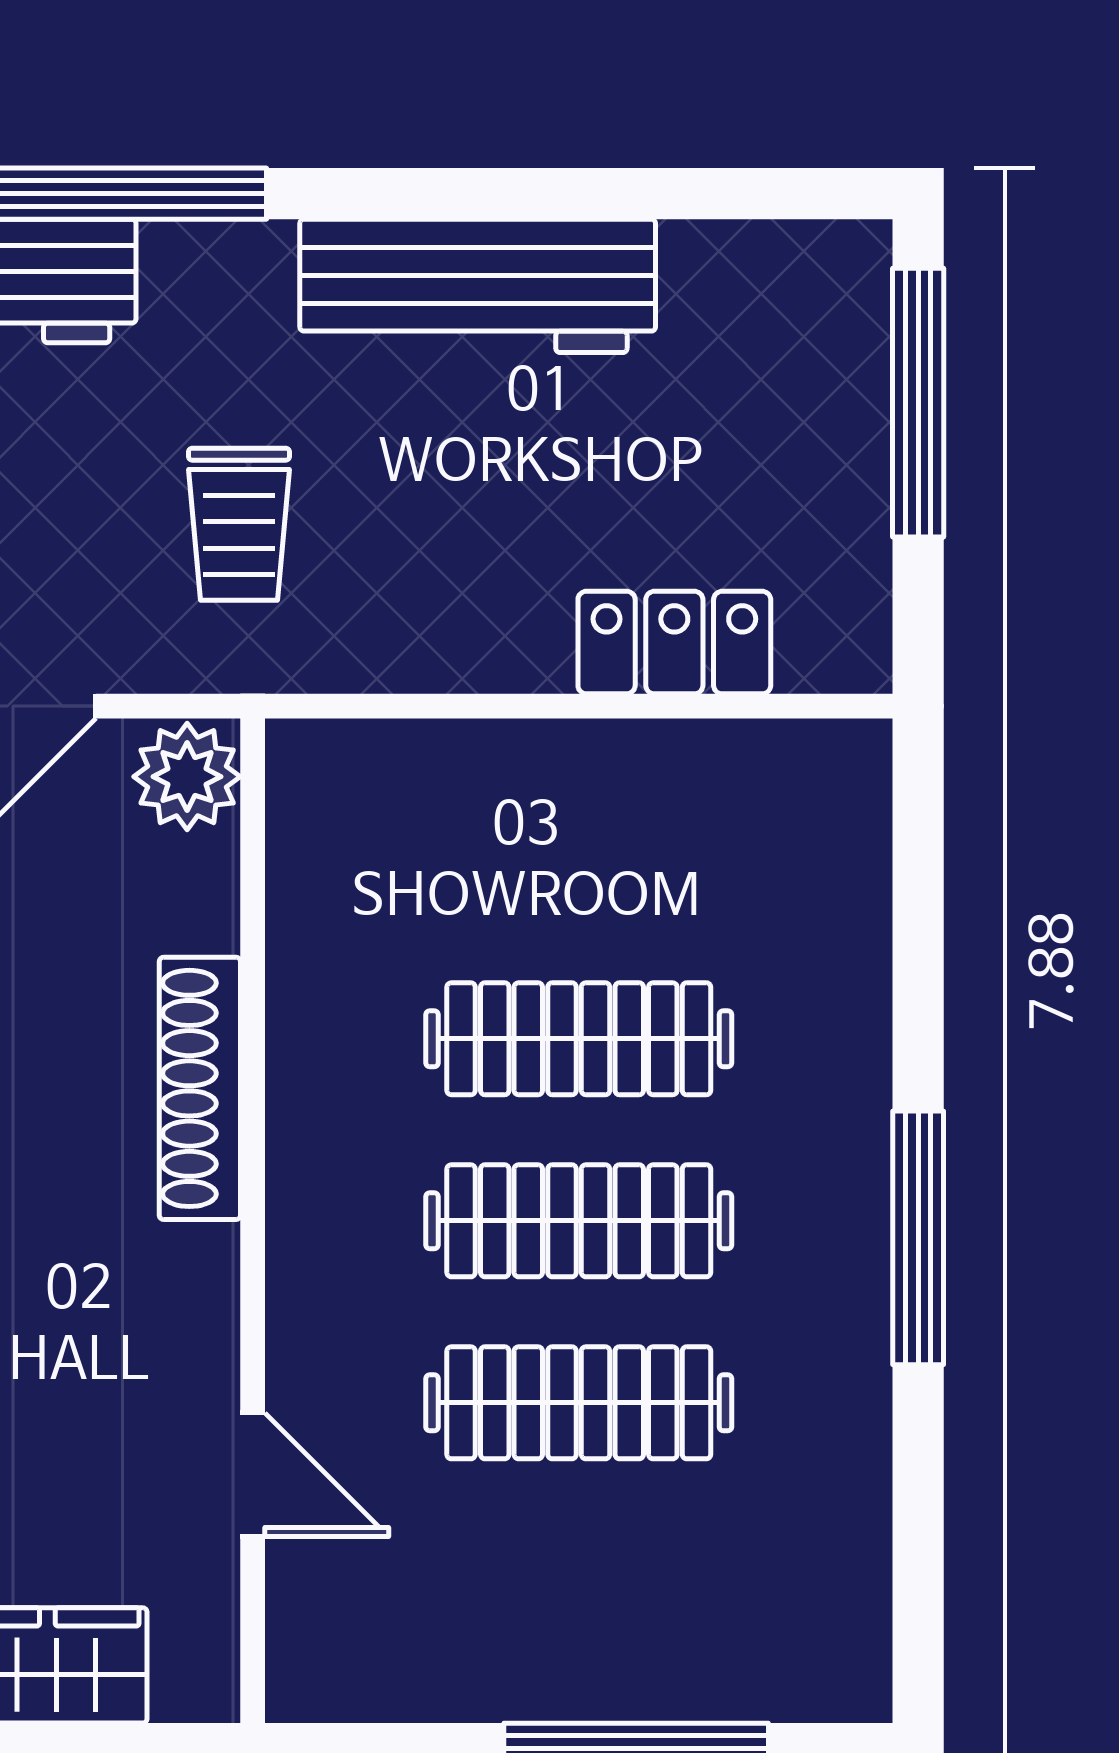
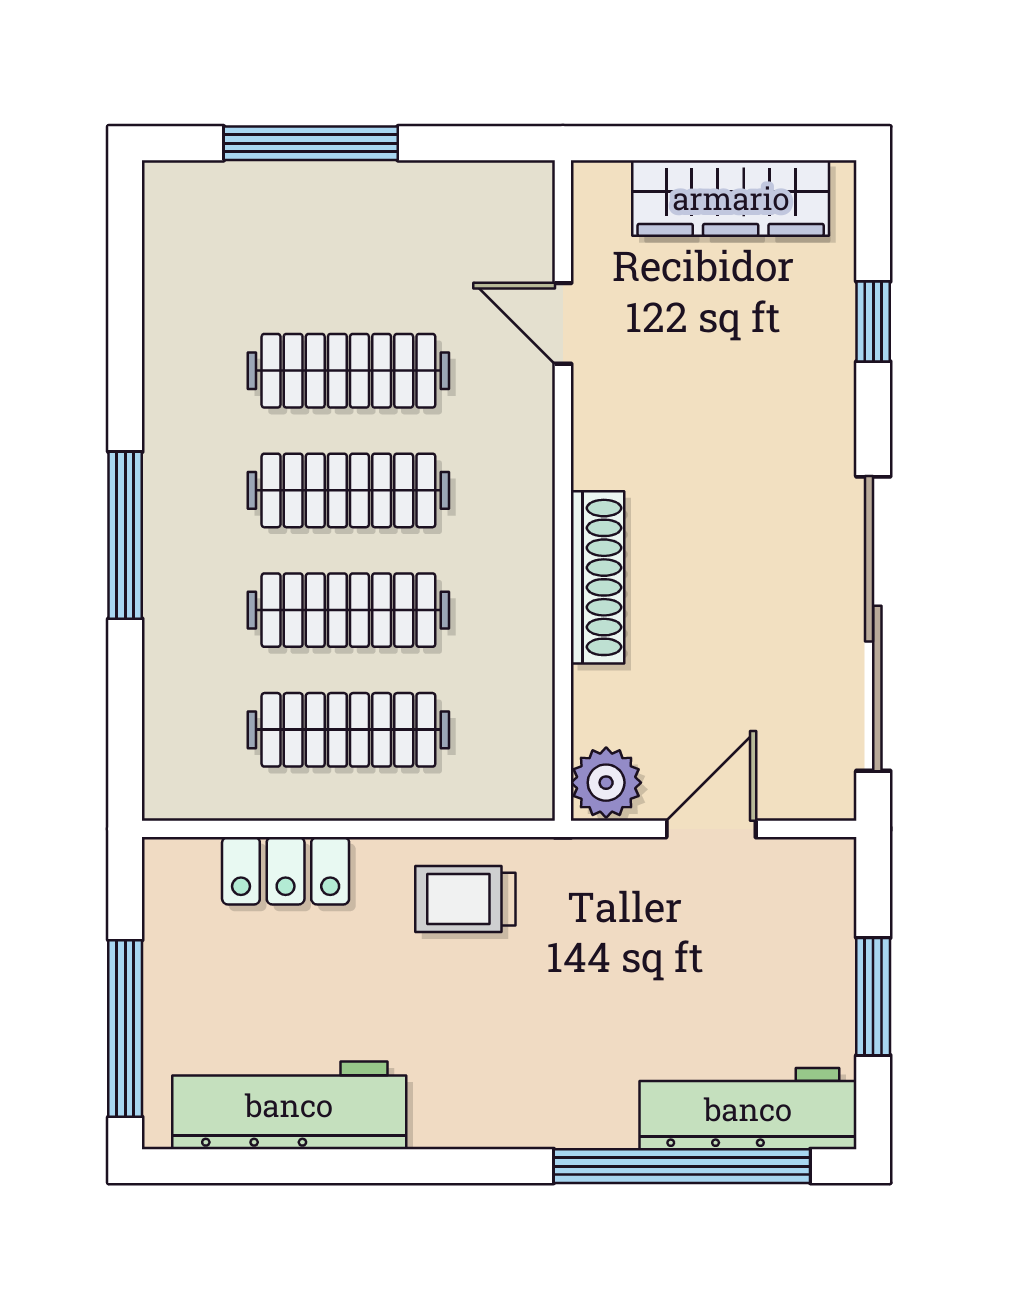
workbench: (478, 286) -> (289, 1105), moved
trolley: (239, 524) -> (465, 899), moved, turned -90
clothes rail: (579, 857) -> (348, 730), added
window: (918, 1238) -> (125, 535), moved

